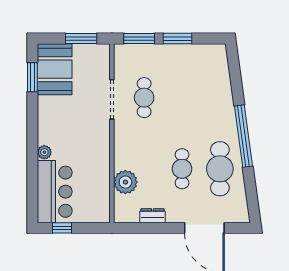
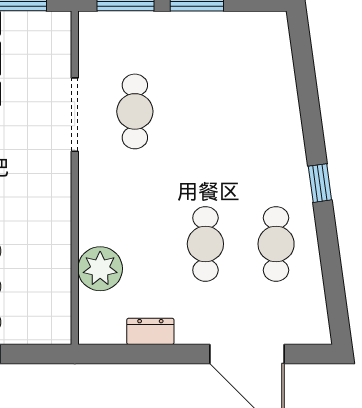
window: (243, 136) -> (320, 183), width x0.32
cafe table: (220, 169) -> (276, 244), width x0.73, depth x0.74

